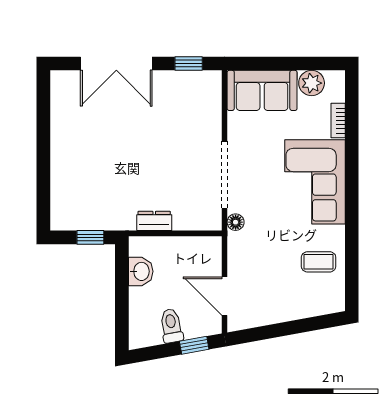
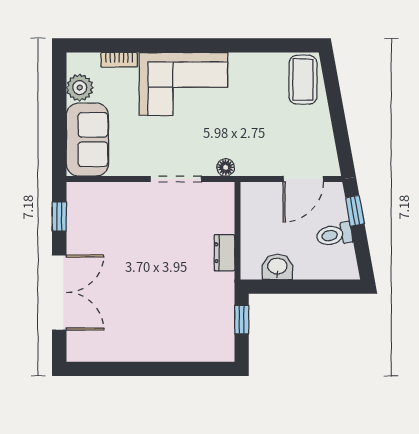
doorway: (224, 175) -> (176, 179), width x0.73
coffee table: (319, 262) -> (303, 80), moved, width x1.36, depth x1.30

